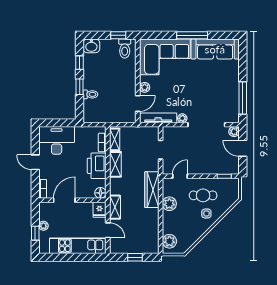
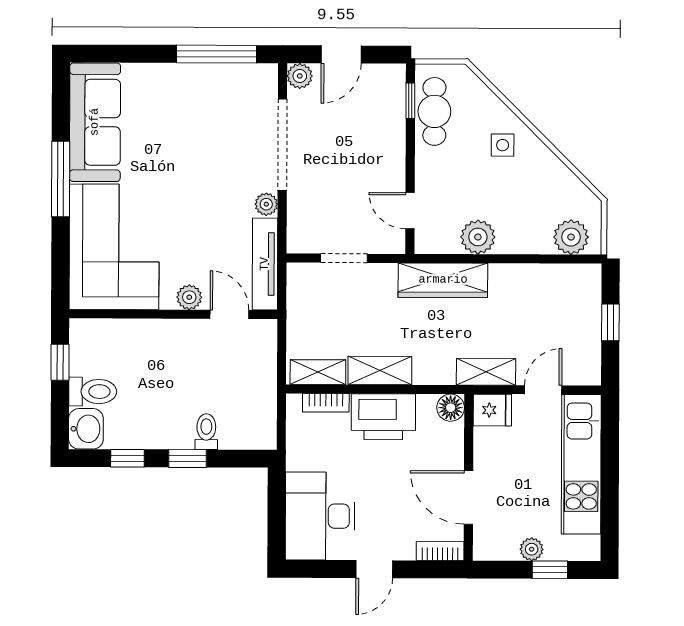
toilet: (125, 48) -> (93, 392), moved
cafe table: (203, 195) -> (434, 111), moved

